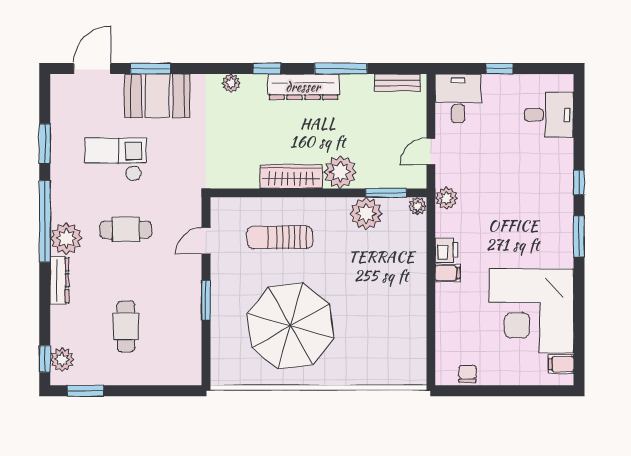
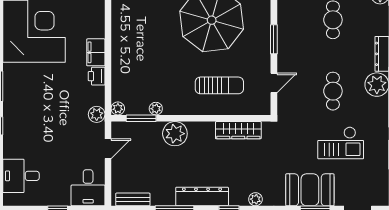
wardrobe: (291, 177) -> (238, 130), moved
plant: (366, 214) -> (156, 109), width x0.53, depth x0.53
cafe table: (126, 230) -> (333, 91), turned 90
filing cabinet: (447, 273) -> (96, 52), width x2.00

